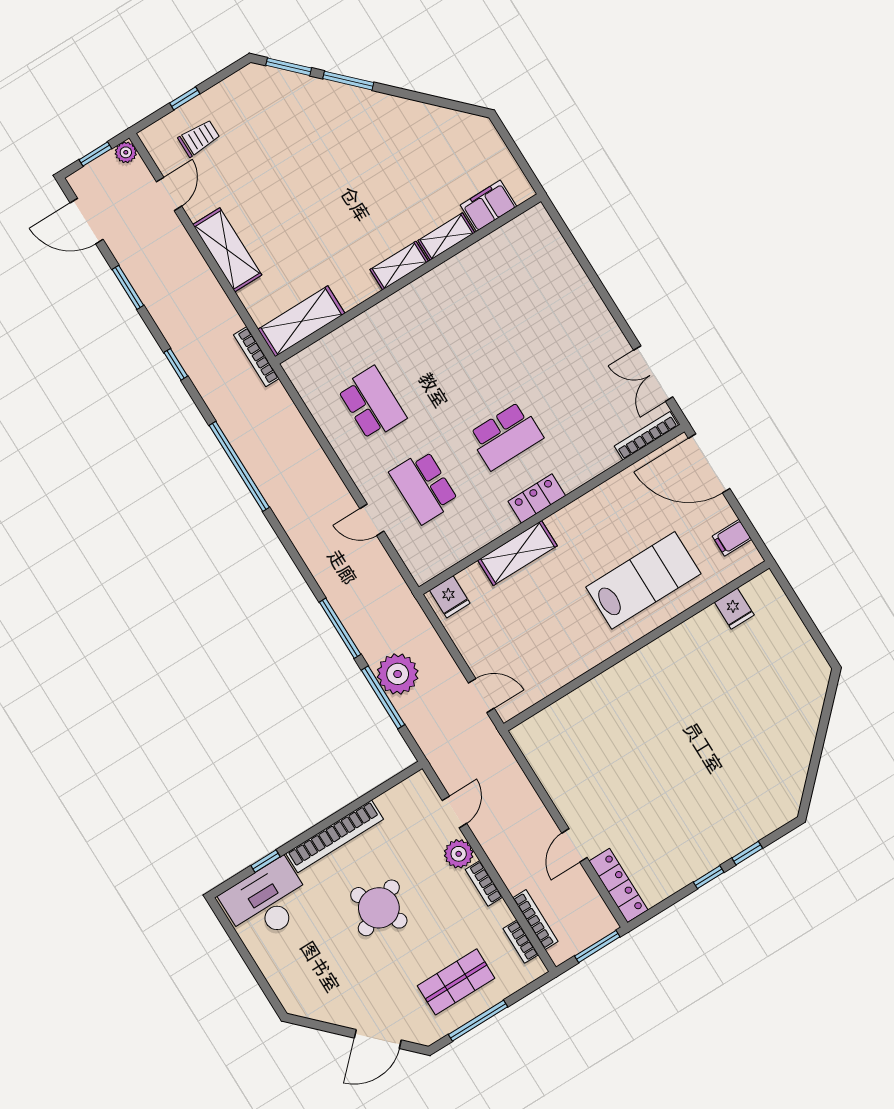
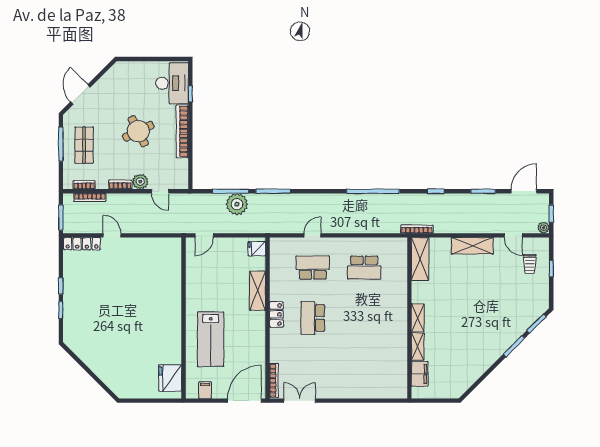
fridge: (734, 609) -> (170, 378), width x1.88, depth x1.34

